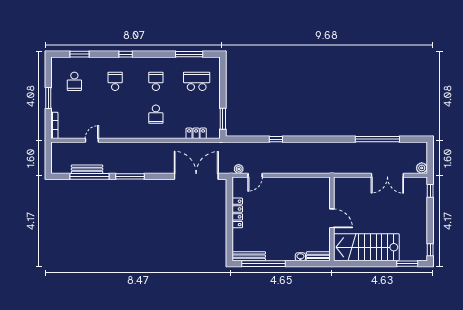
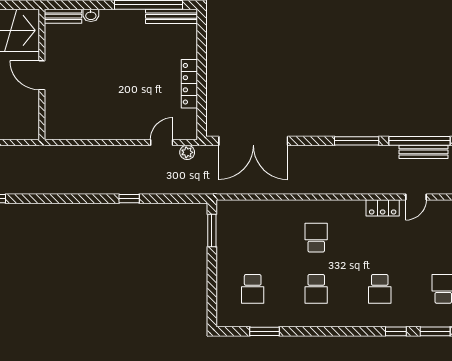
window: (126, 54) -> (396, 331), moved
window: (189, 54) -> (264, 331), width x0.69
school desk: (197, 81) -> (253, 289), width x0.54
locker: (196, 133) -> (383, 208), moved

